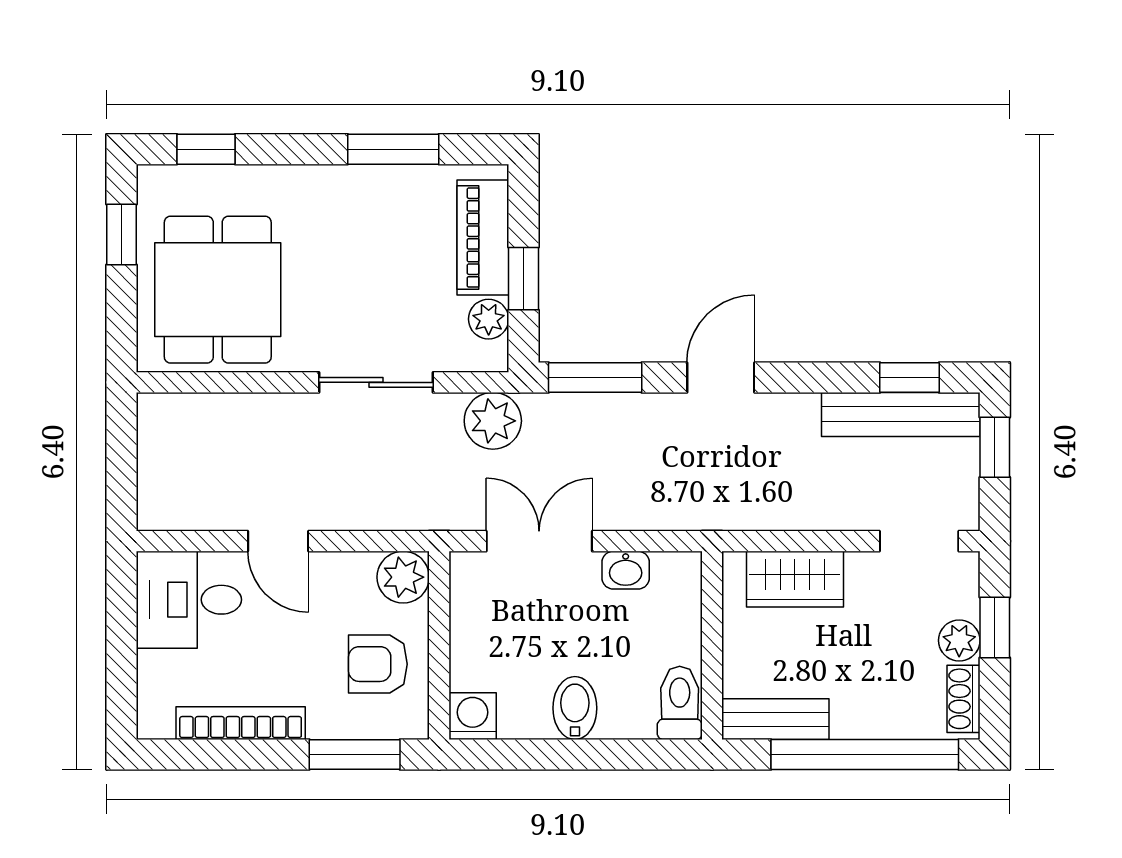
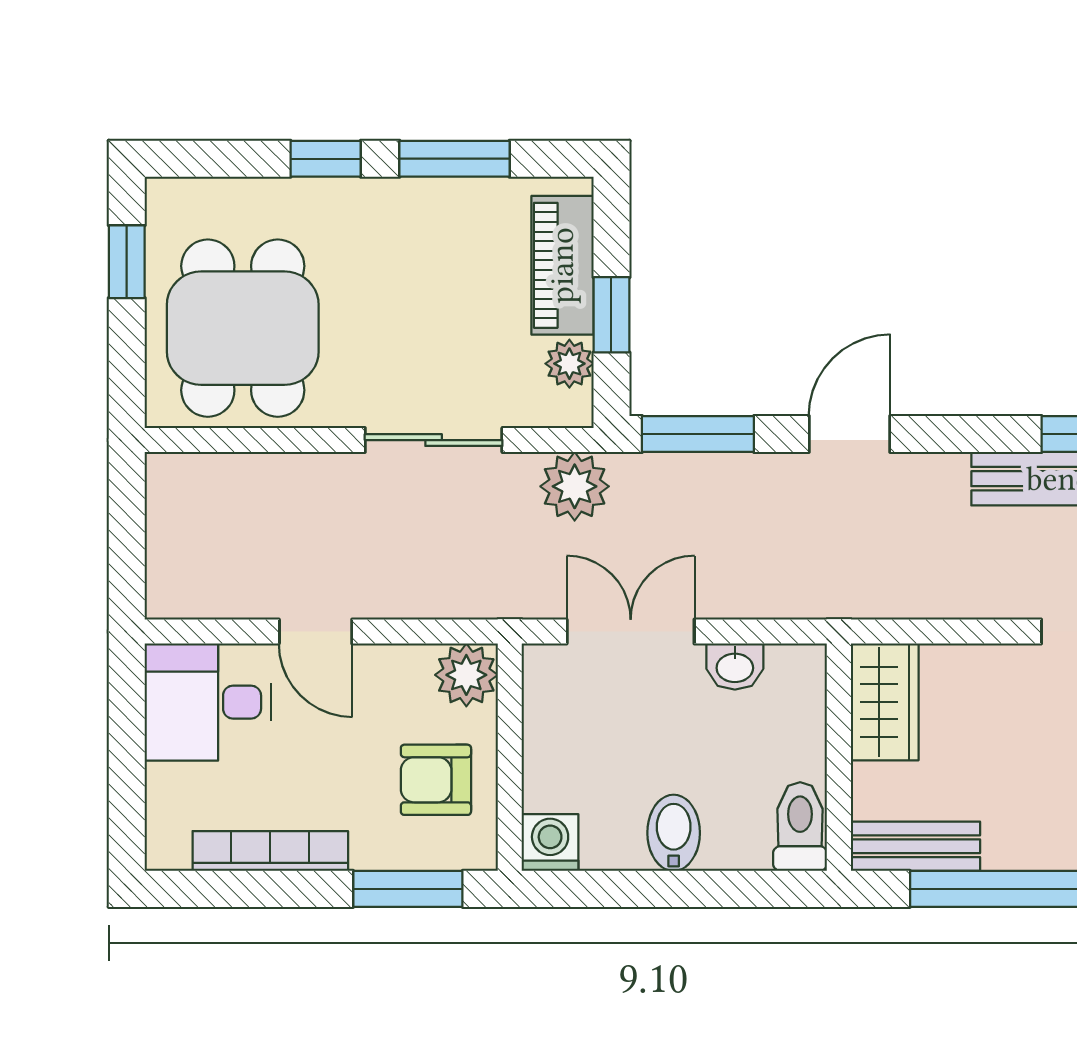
window: (206, 149) -> (326, 159), moved
wardrobe: (795, 579) -> (885, 702), moved, turned -90

